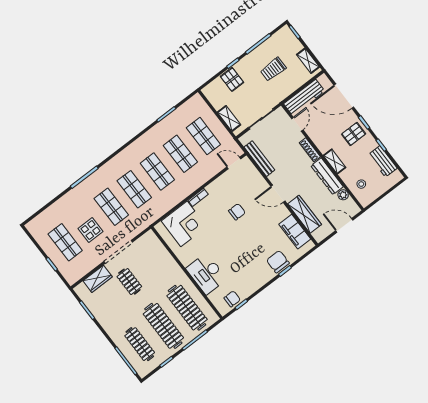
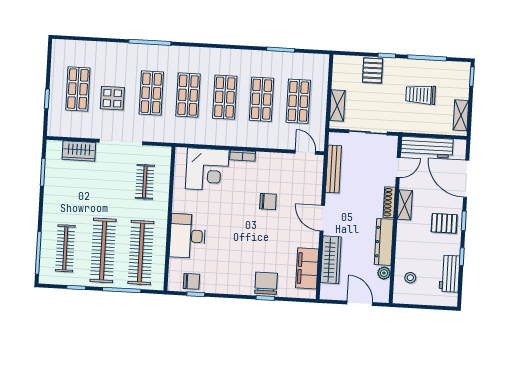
shelving: (335, 162) -> (405, 205), moved
clothes rail: (129, 282) -> (145, 182), moved

